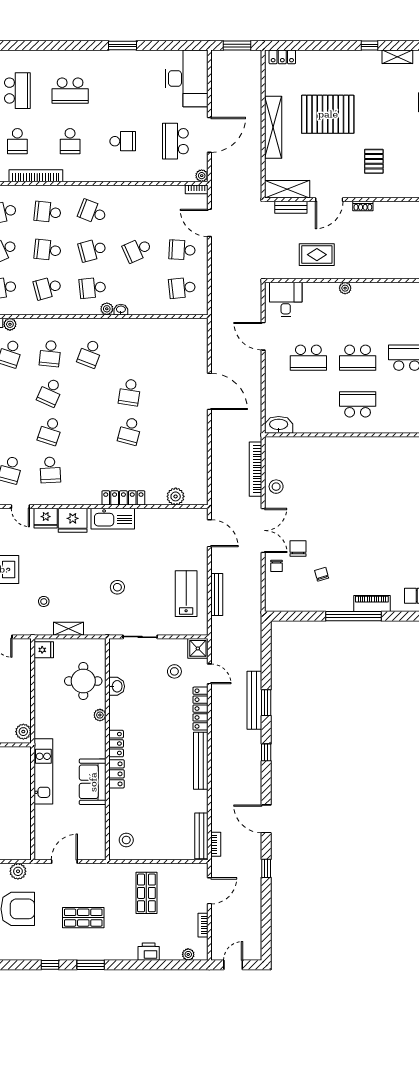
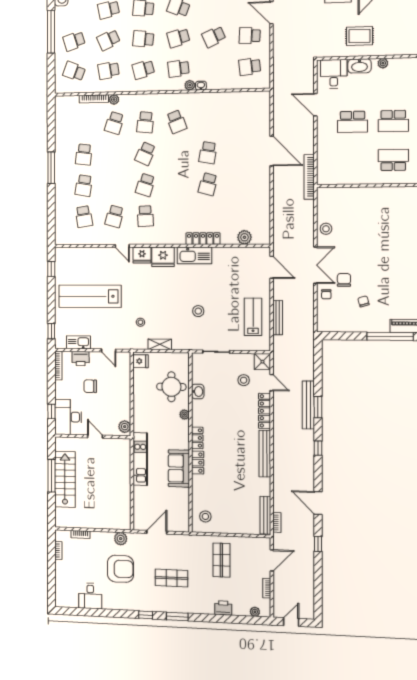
school desk: (90, 353) -> (176, 122), turned -42
washbasin: (279, 425) -> (359, 66), moved, turned 180
bookcase: (256, 469) -> (309, 177), moved

